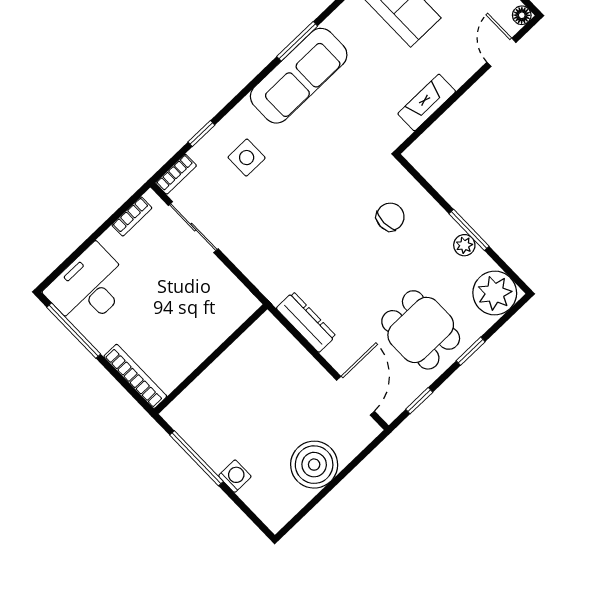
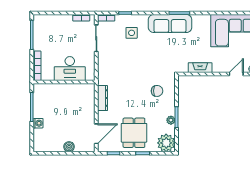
desk: (89, 287) -> (70, 69), moved, turned 180
boiler: (314, 465) -> (69, 147), width x0.54, depth x0.54

